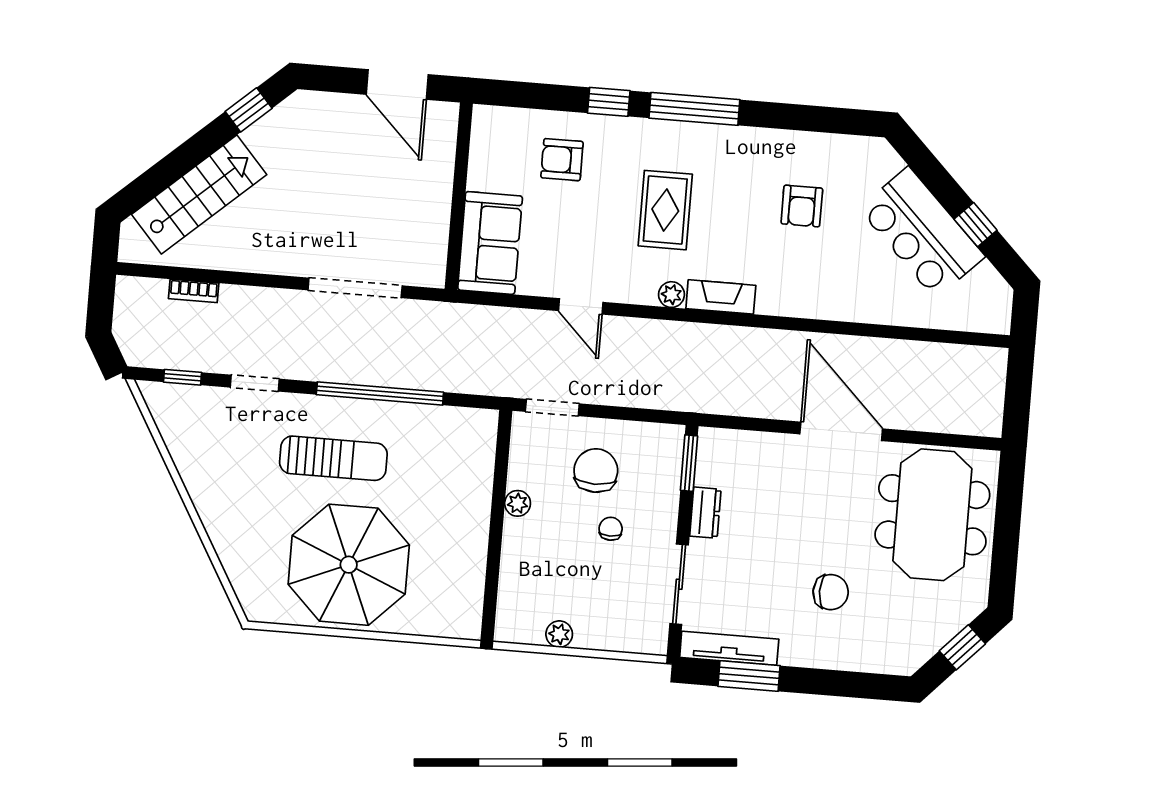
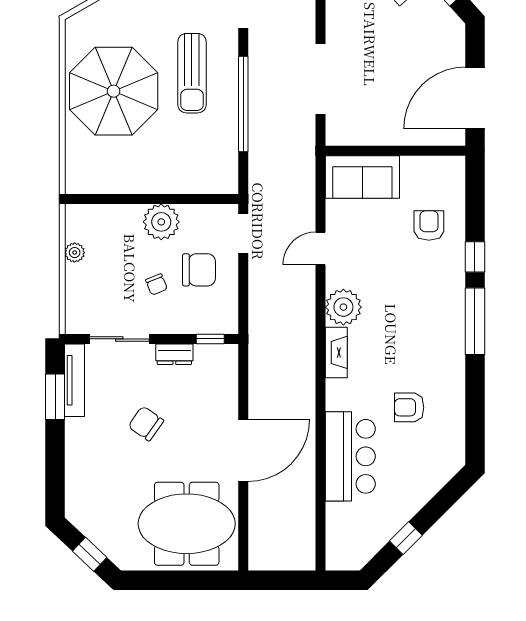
door: (397, 84) -> (475, 98), width x1.36
rug: (665, 210) -> (398, 306), removed
bar counter: (922, 233) -> (350, 456), moved, turned 135
plant: (671, 295) -> (343, 307), width x1.88, depth x1.88
window: (689, 463) -> (210, 339), width x0.67
plant: (518, 503) -> (161, 222), width x1.88, depth x1.88
chair: (611, 529) -> (156, 284), turned 68
chair: (831, 592) -> (146, 423), moved, turned 125

